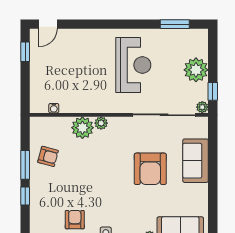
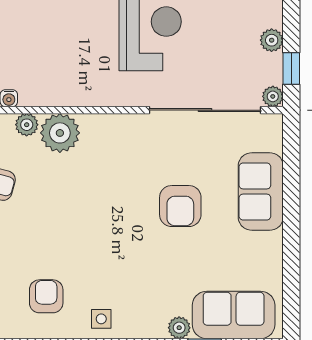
plant: (196, 70) -> (272, 40), width x0.53, depth x0.53
plant: (101, 123) -> (27, 125), moved
armchair: (150, 169) -> (180, 206), width x0.73, depth x0.73

